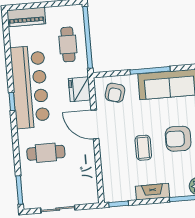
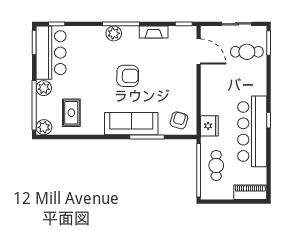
door: (95, 124) -> (199, 51), moved
coffee table: (143, 148) -> (158, 71), removed
cafe table: (46, 153) -> (247, 52), moved

